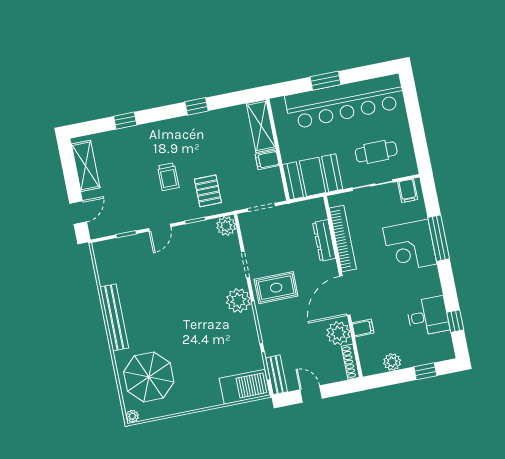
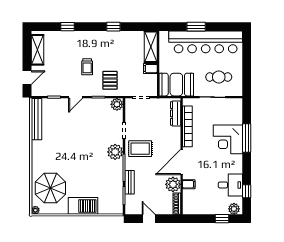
filing cabinet: (408, 191) -> (233, 105), removed
dresser: (324, 240) -> (176, 113), moved
bench: (114, 317) -> (36, 119), moved
plant: (392, 362) -> (234, 209), moved
bench: (277, 375) -> (130, 182), moved
barbecue: (244, 387) -> (83, 206), moved

